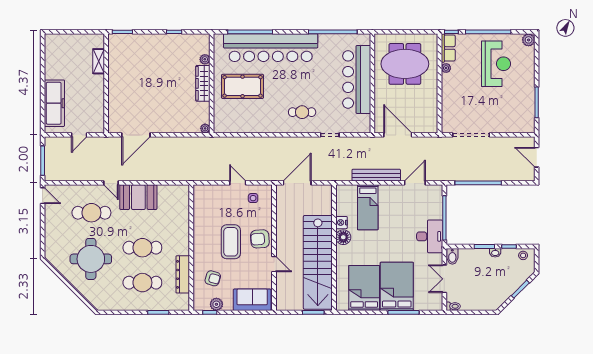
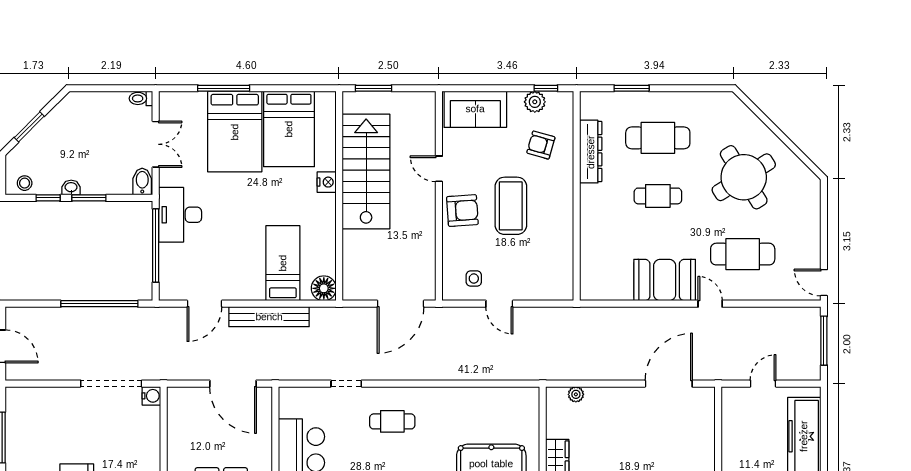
plant: (205, 128) -> (576, 394), moved
water cooler: (447, 128) -> (151, 396), added
nightstand: (342, 223) -> (327, 182), moved
floor lamp: (343, 237) -> (324, 288), moved
cafe table: (142, 248) -> (658, 196), width x0.73, depth x0.74
round table: (91, 259) -> (744, 177), turned -32
stairs: (318, 262) -> (366, 172), width x0.73

